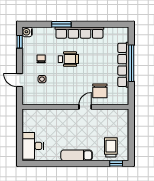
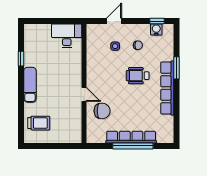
water cooler: (27, 32) -> (156, 30), moved
wheelchair: (68, 59) -> (138, 76), turned 90
chair: (100, 91) -> (102, 111), turned 180
desk: (33, 146) -> (67, 36), moved
window: (116, 163) -> (21, 59), moved

